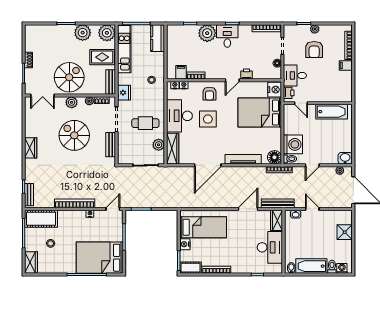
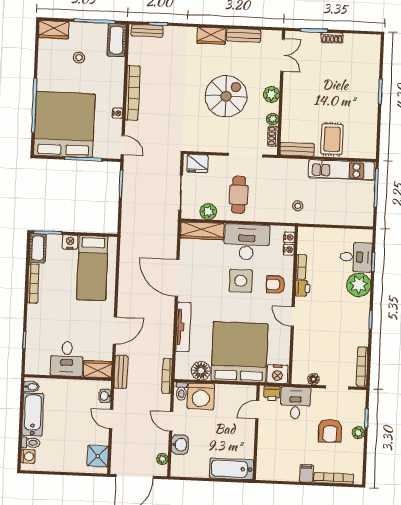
plant: (83, 33) -> (367, 114), removed
plant: (107, 33) -> (365, 147), removed
desk: (227, 36) -> (356, 257), moved
kitchen counter: (158, 38) -> (355, 217), removed
armchair: (314, 50) -> (330, 431), turned -90
filing cabinet: (181, 72) -> (307, 247), removed
printer: (246, 74) -> (302, 288), moved
spiral stairs: (69, 77) -> (306, 93), removed
fridge: (124, 93) -> (198, 164), moved
double door: (43, 95) -> (283, 55), swing flipped
bed: (260, 112) -> (239, 352), width x1.36
bathtub: (332, 112) -> (232, 469), moved, turned 90
bench: (111, 145) -> (244, 35), moved
floor lamp: (274, 157) -> (201, 371), moved
washbasin: (345, 158) -> (180, 445), moved
bench: (278, 203) -> (121, 372), width x0.73
door: (248, 209) -> (115, 331), hinge flipped
door: (312, 209) -> (111, 419), swing flipped
cot: (41, 219) -> (117, 40), width x0.73, depth x0.75
shower: (345, 232) -> (98, 456), moved
desk: (270, 247) -> (67, 359), width x0.73
bed: (100, 258) -> (64, 125), width x1.36

